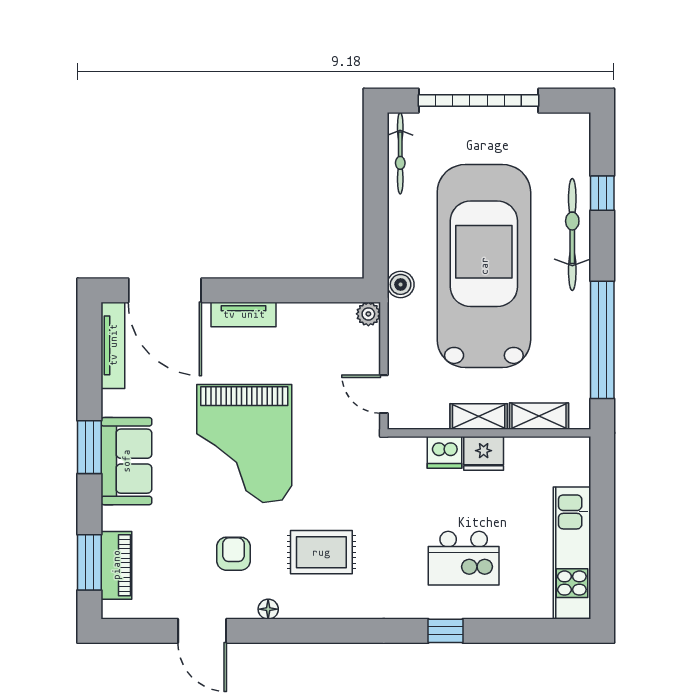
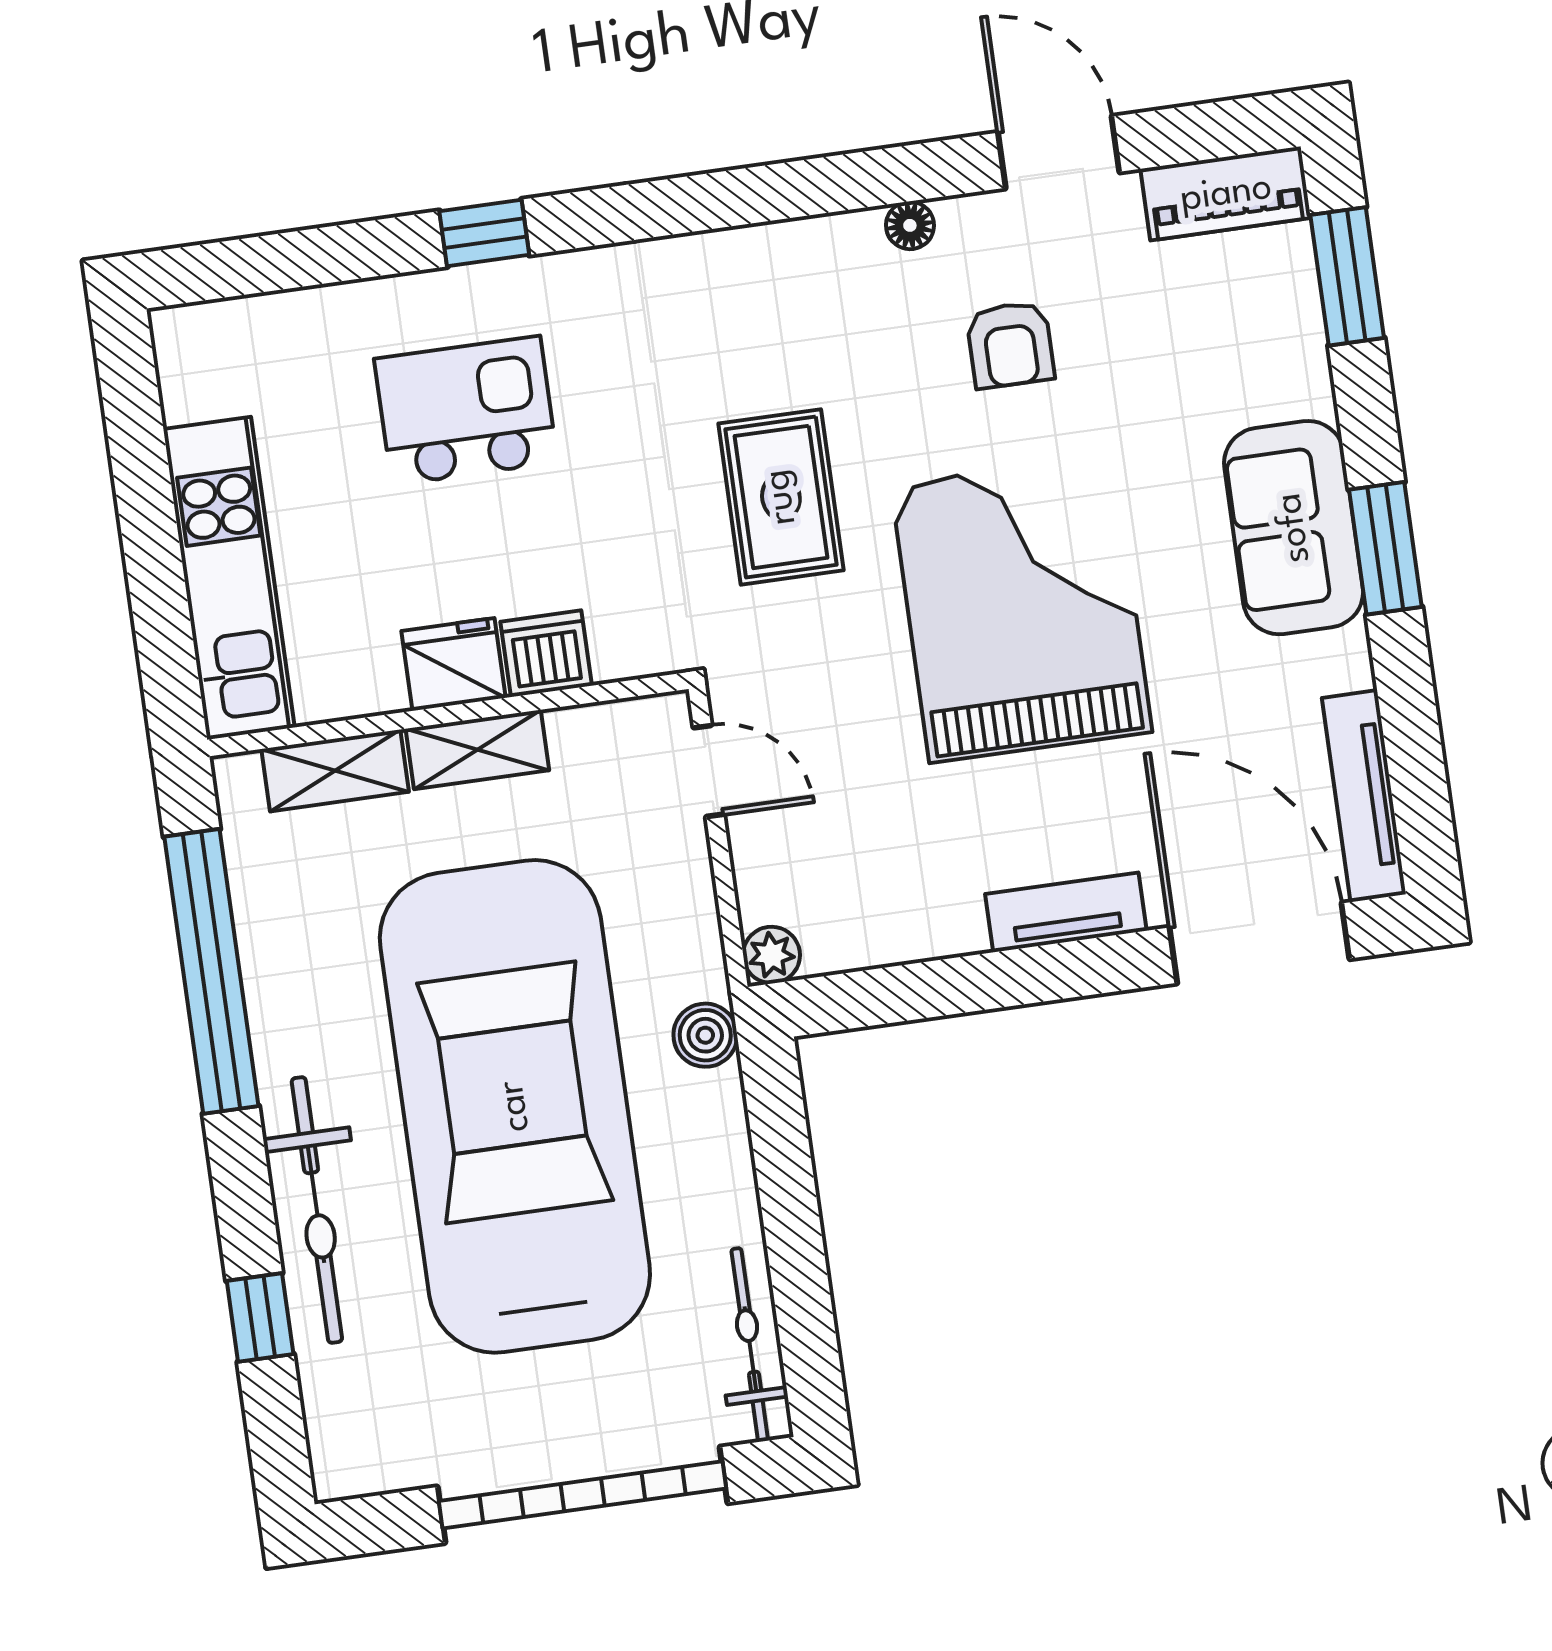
car: (484, 266) -> (515, 1106), turned 180
rug: (321, 552) -> (781, 497), moved, turned 90
kitchen unit: (572, 553) -> (229, 578), moved
piano: (116, 565) -> (1226, 194), moved, turned -90

